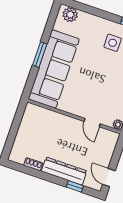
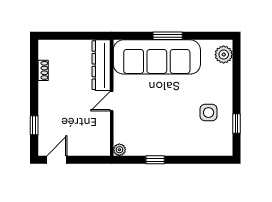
door: (92, 123) -> (112, 101), moved
dresser: (64, 171) -> (101, 65), moved, turned 180

